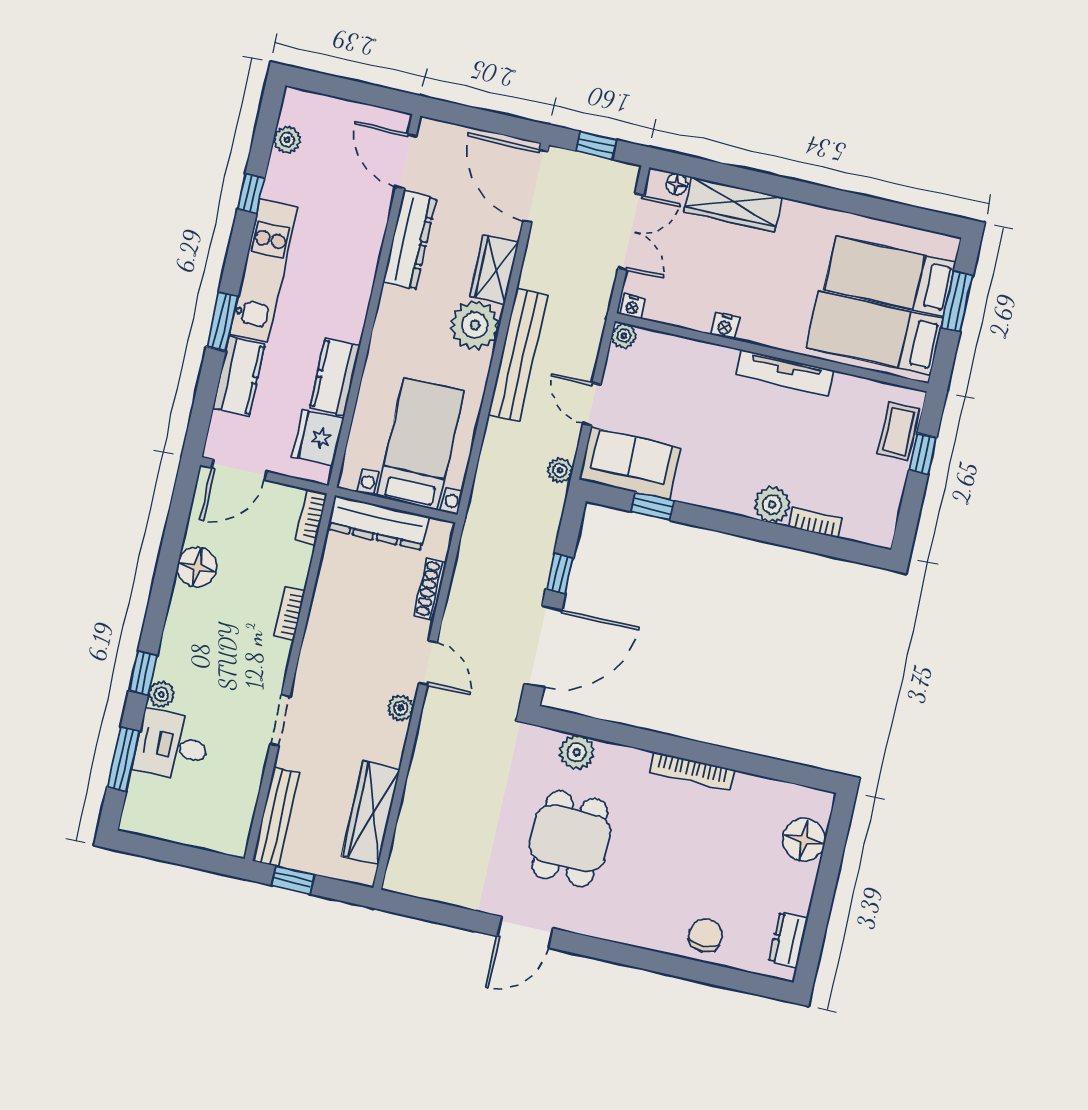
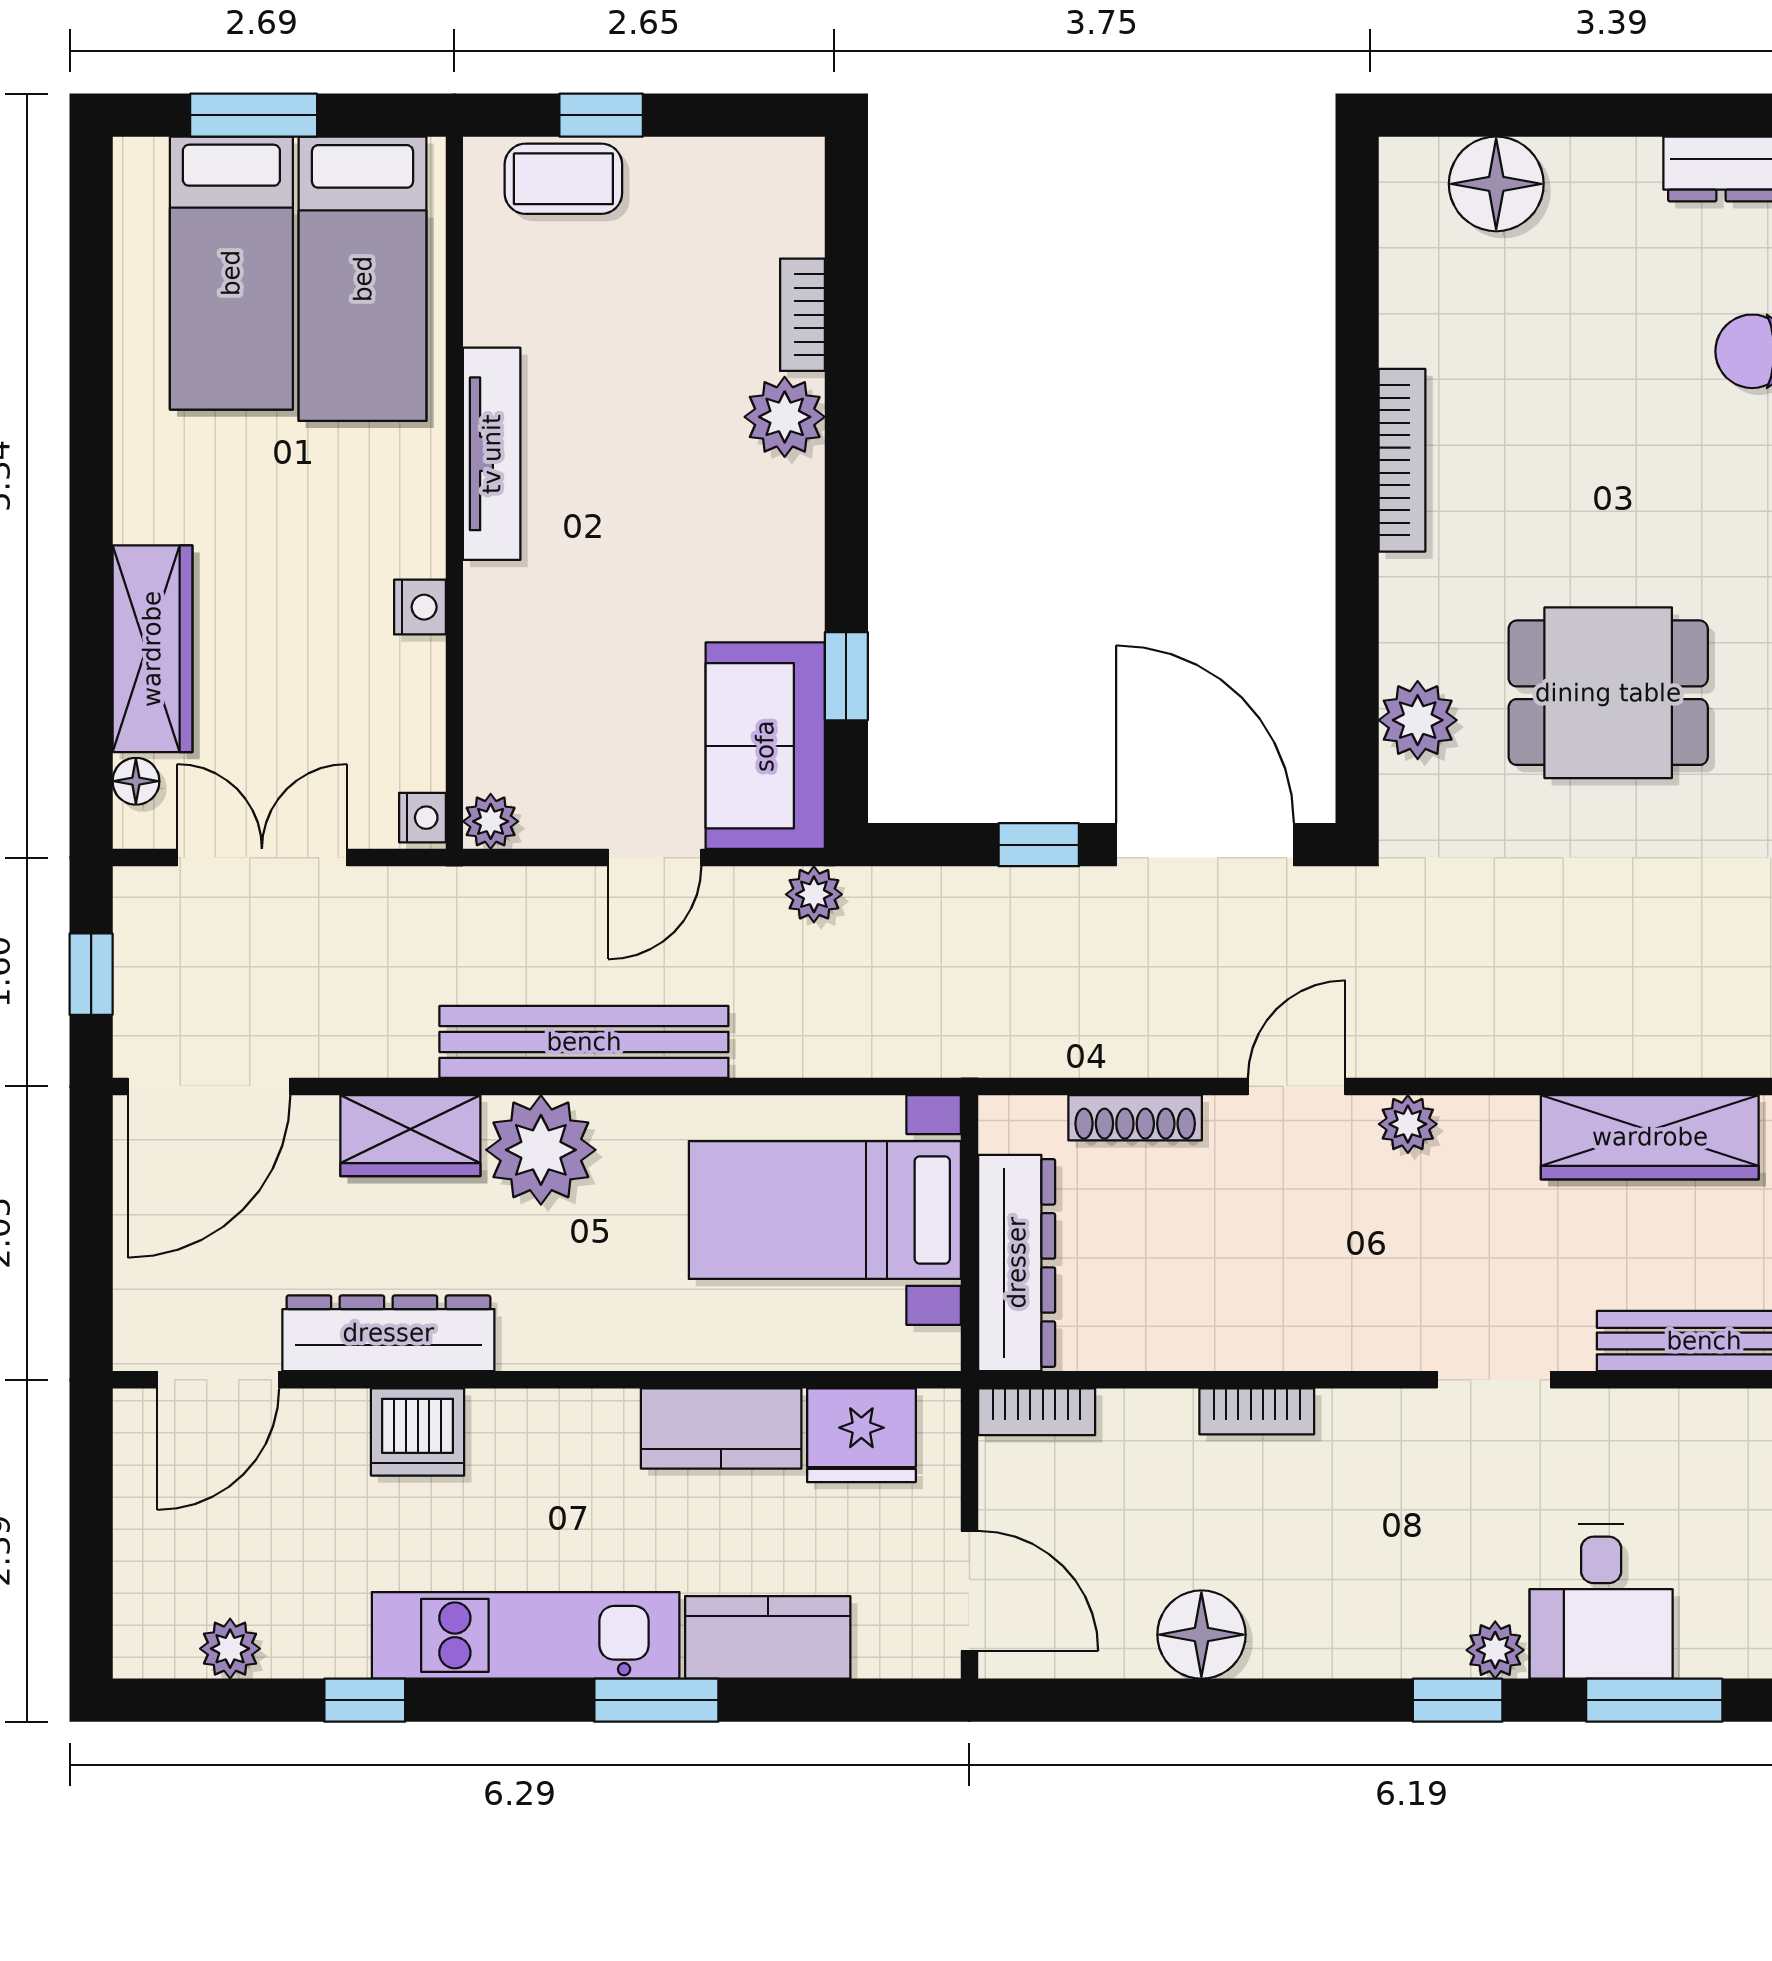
dishwasher: (363, 243) -> (418, 1432), added

